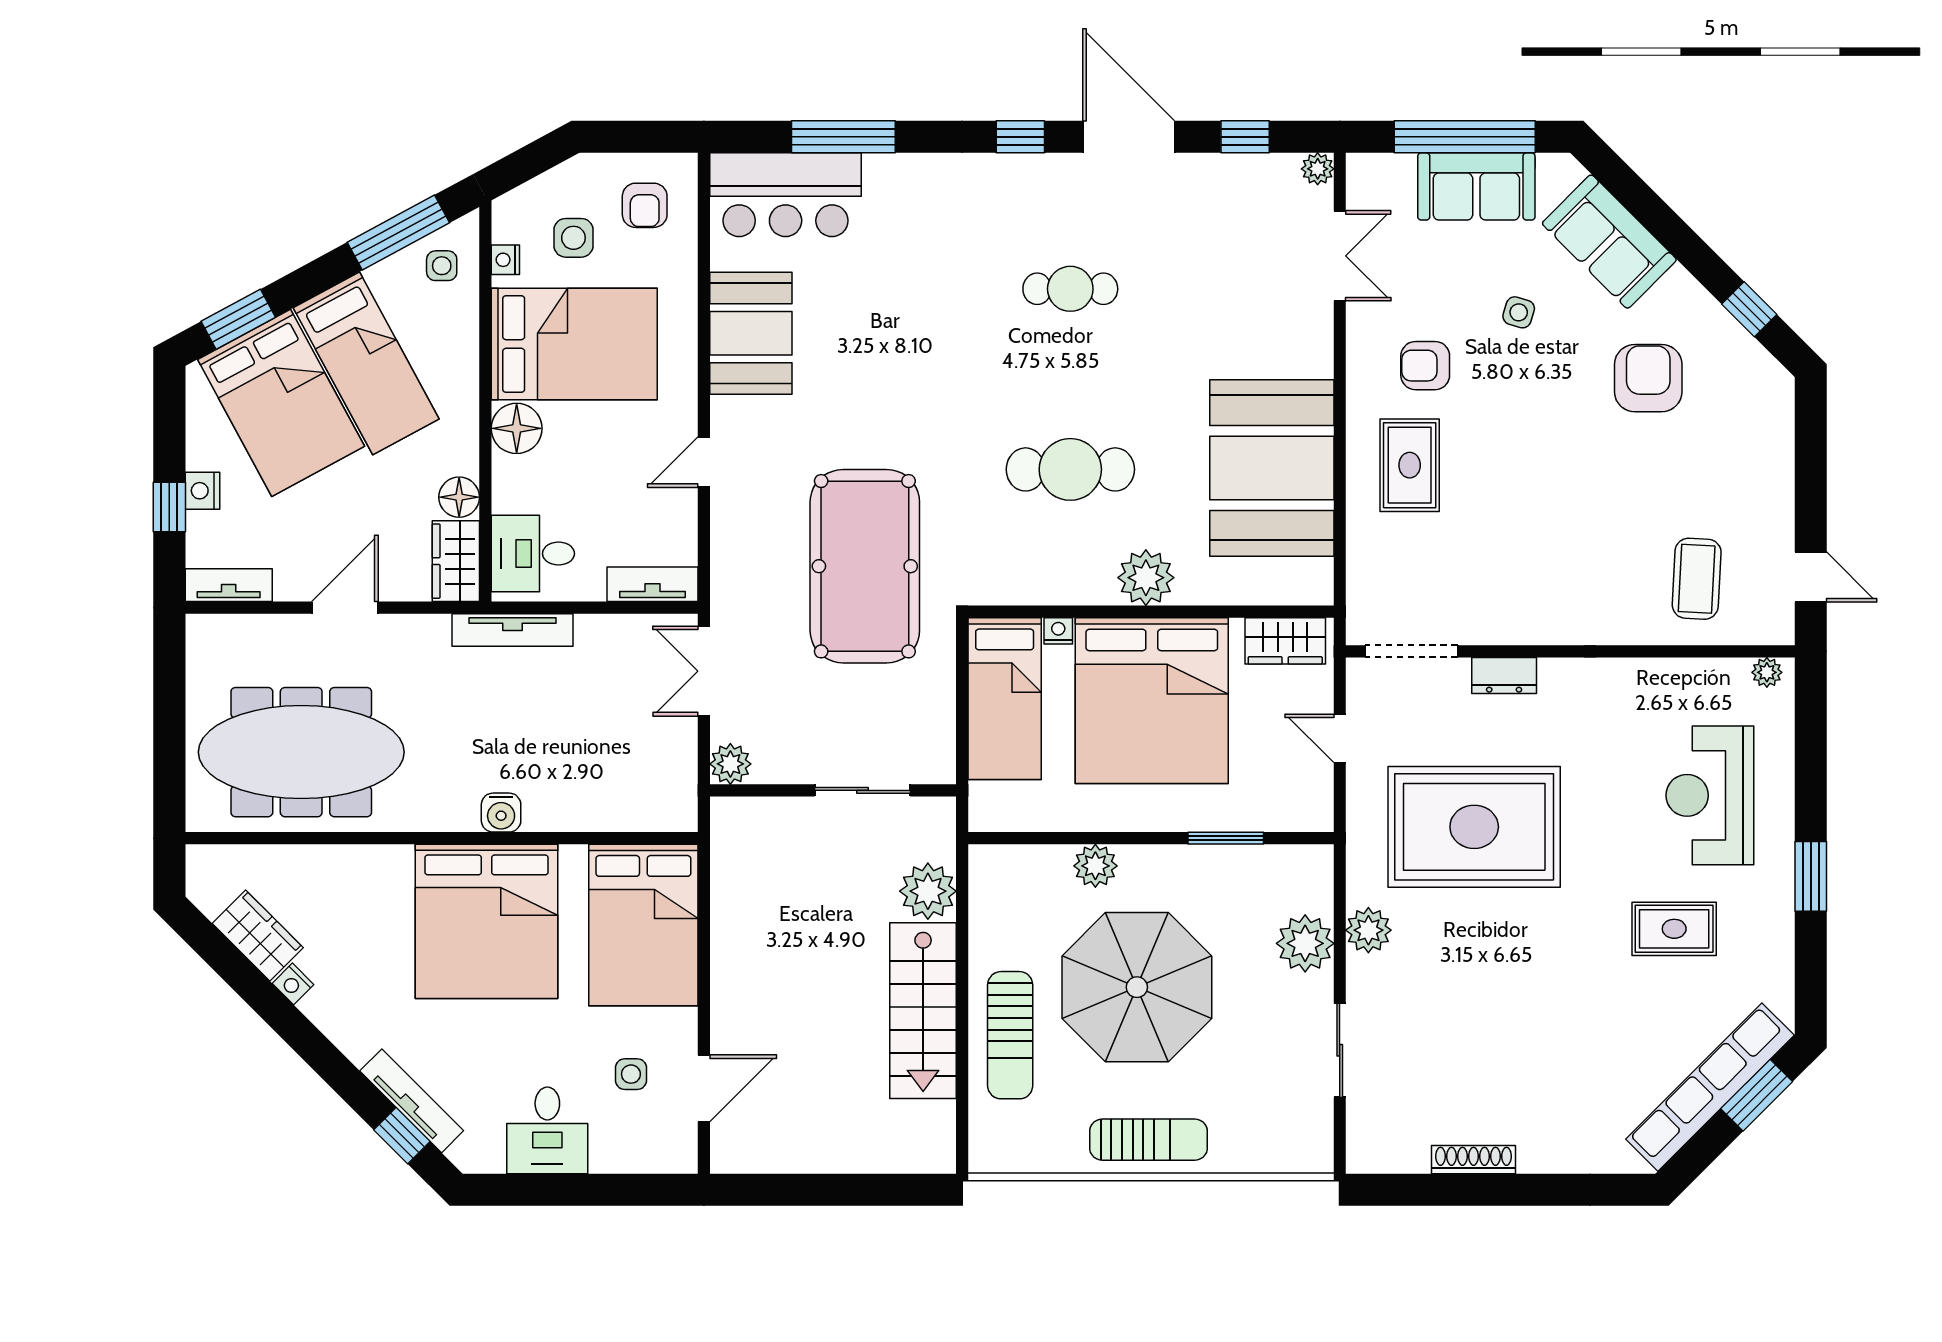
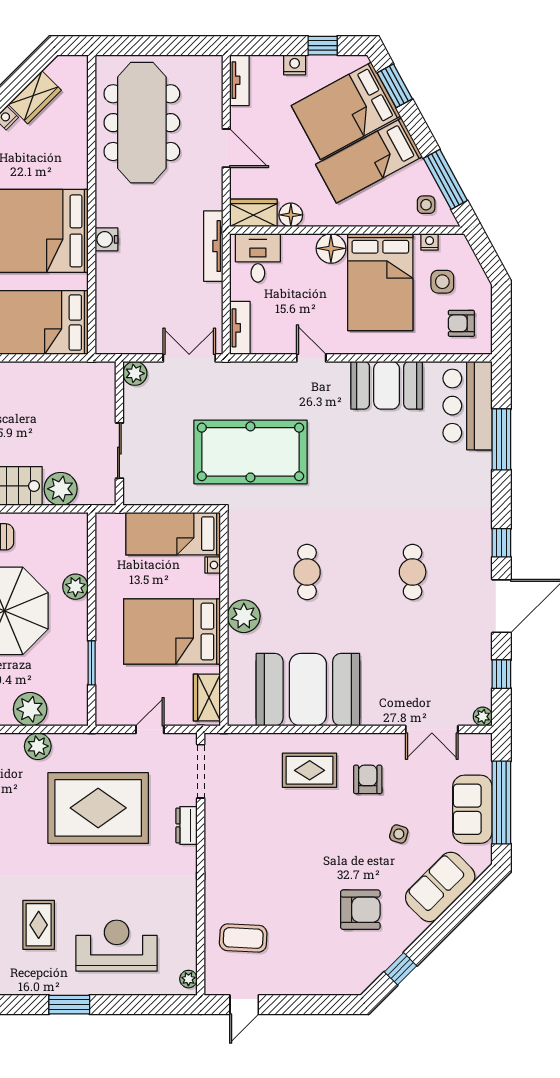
cafe table: (1070, 469) -> (307, 572), width x0.73, depth x0.74
window: (169, 507) -> (323, 46), moved
bed: (1152, 701) -> (172, 632), width x0.73
rug: (1474, 827) -> (98, 808), turned 90

